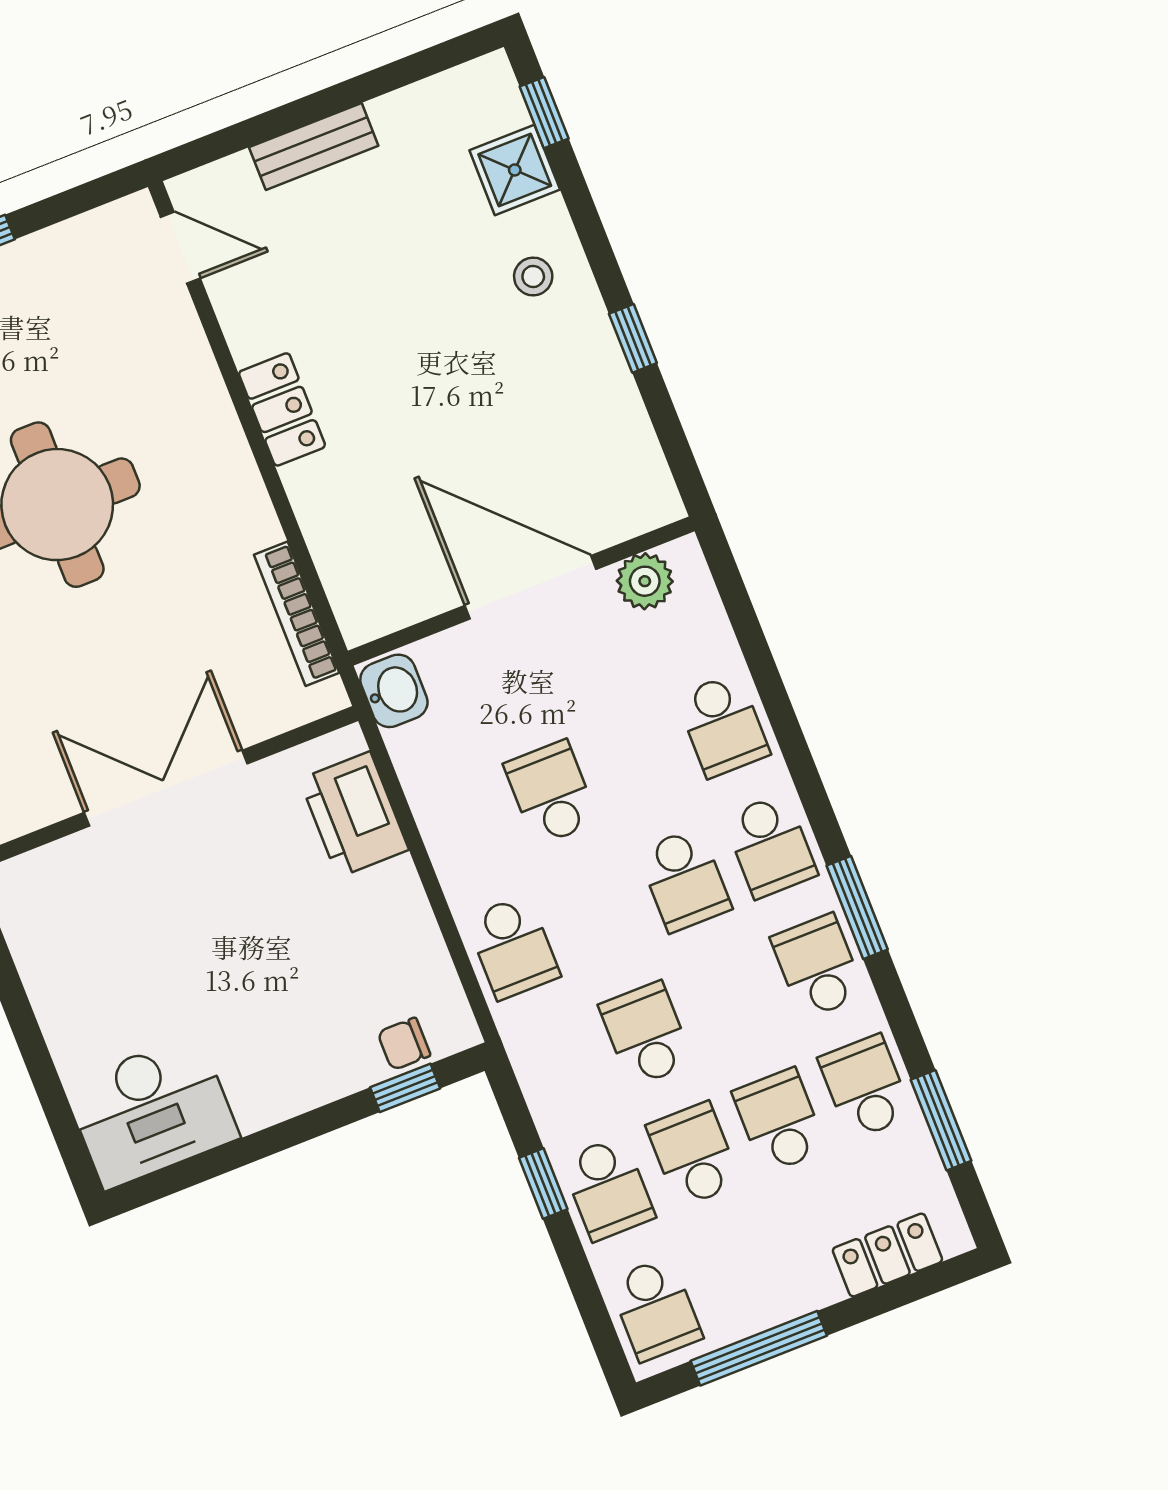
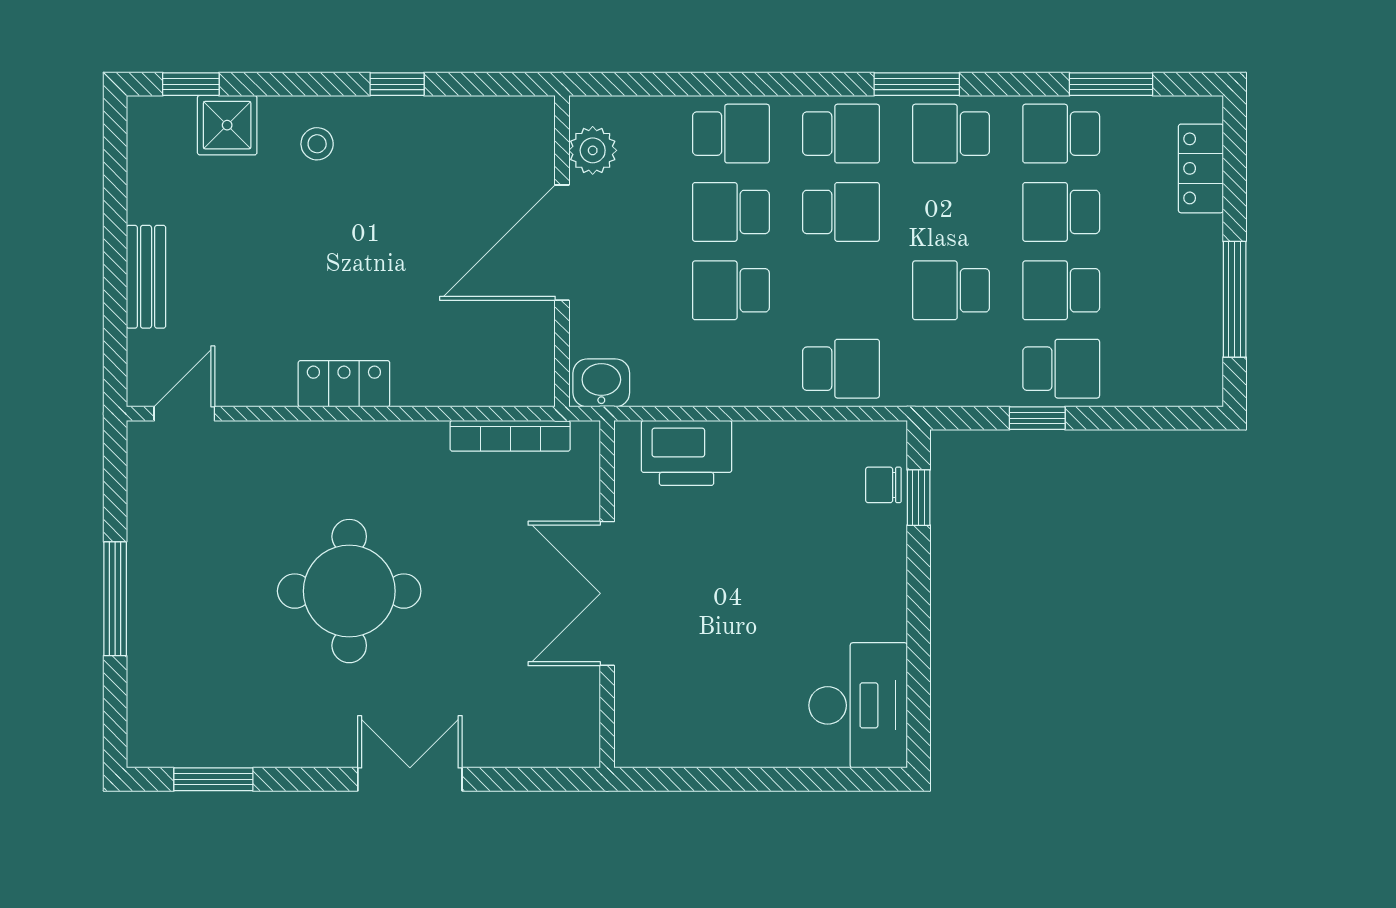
chair: (404, 1044) -> (883, 485), turned 90
school desk: (655, 1309) -> (731, 212), moved, turned 180

